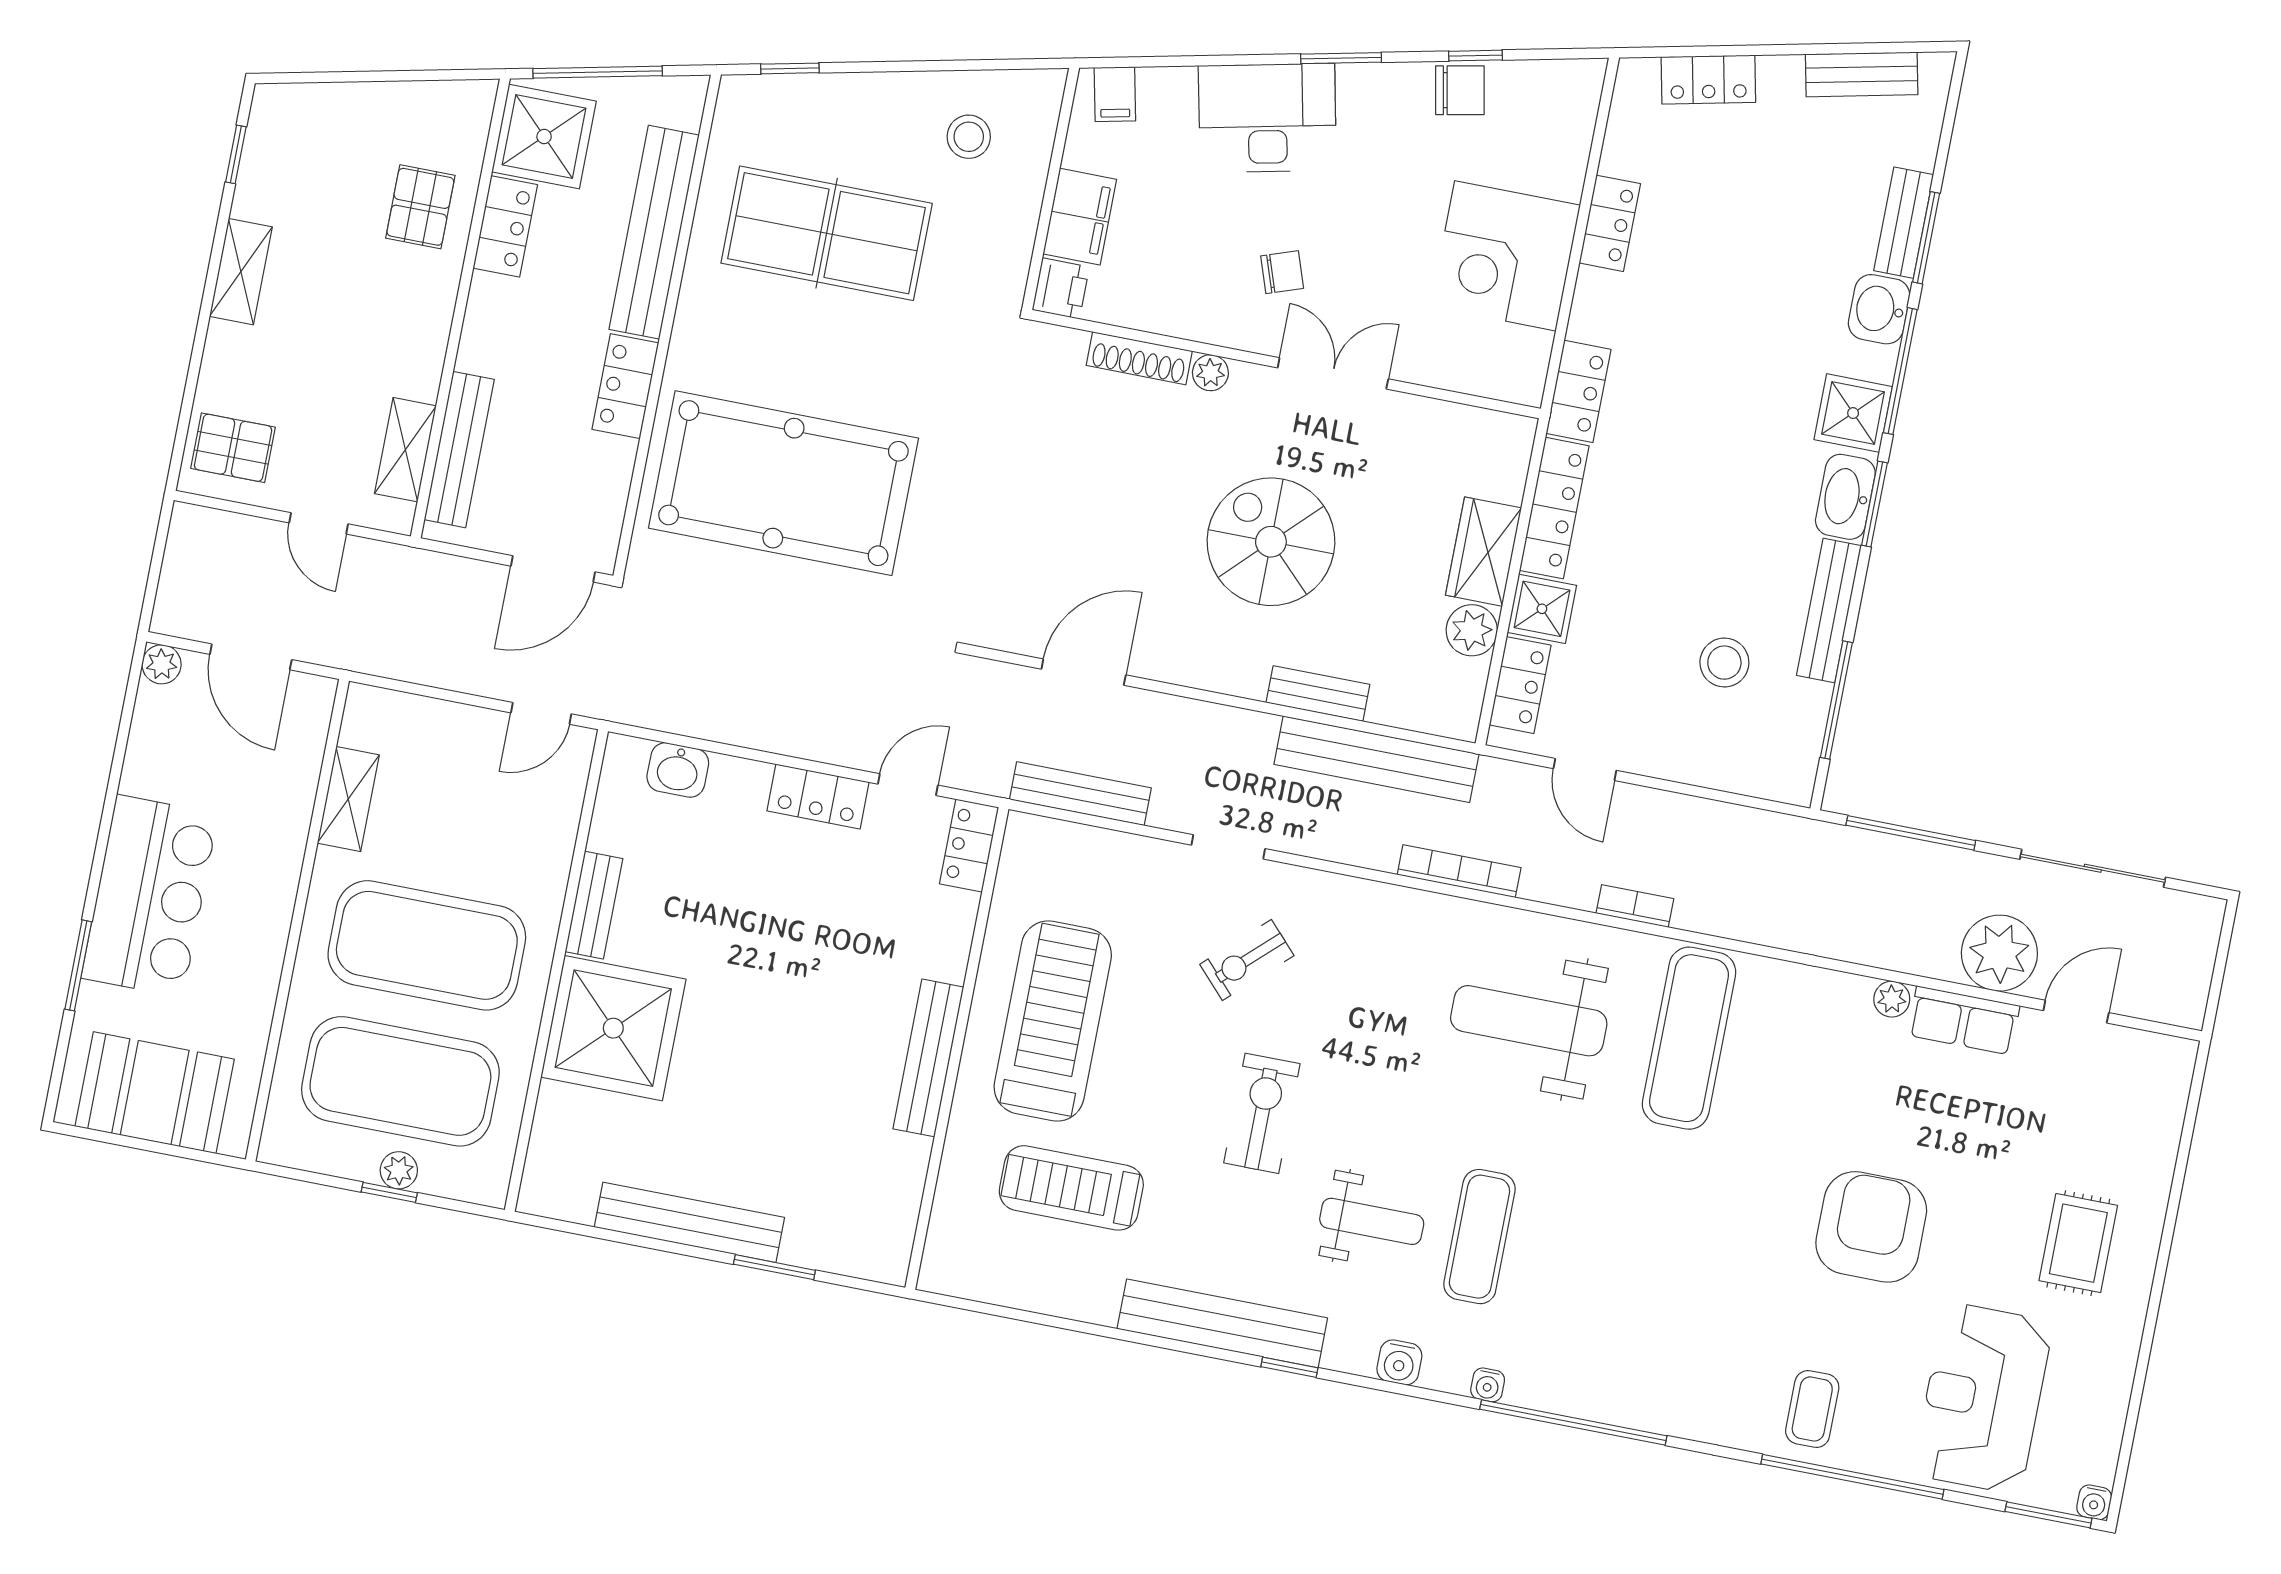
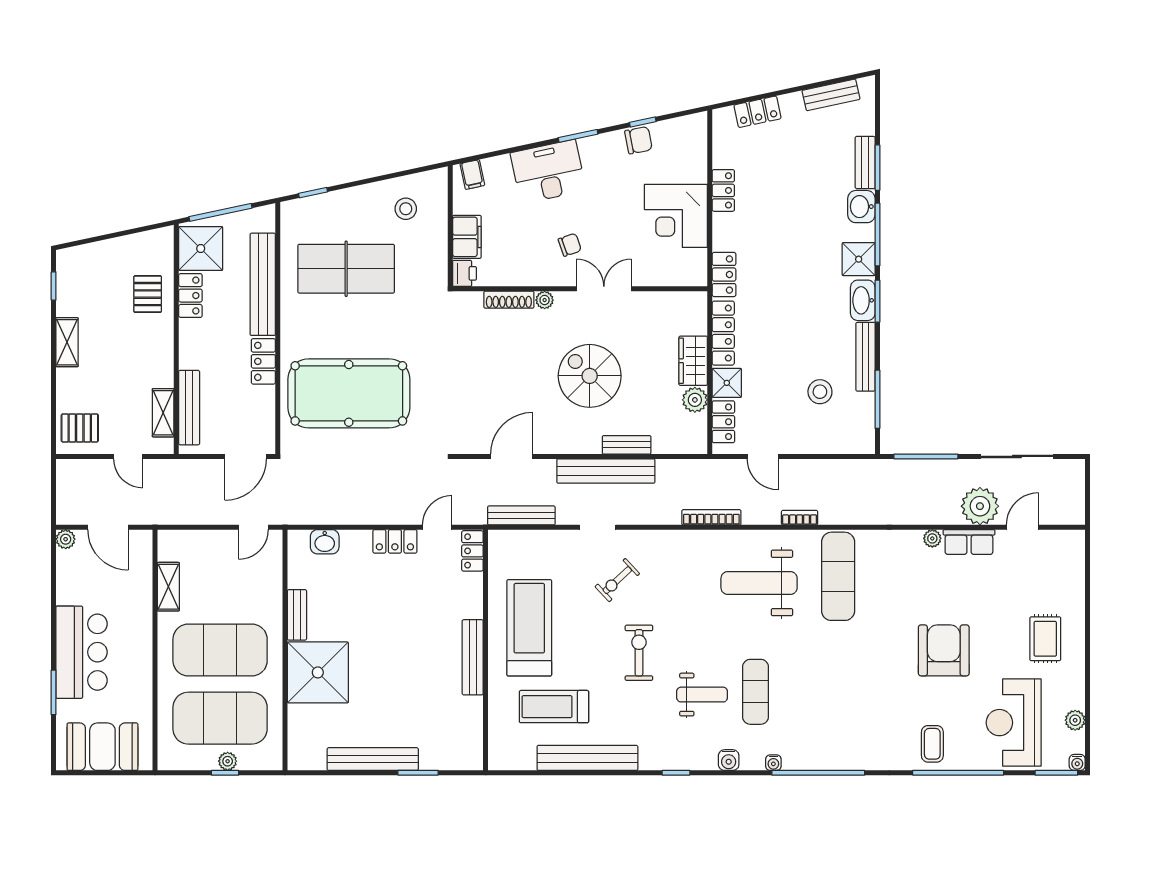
bench: (1376, 759) -> (606, 471), moved
bench: (1222, 1323) -> (587, 758), moved
plant: (2106, 1417) -> (1075, 720), added

